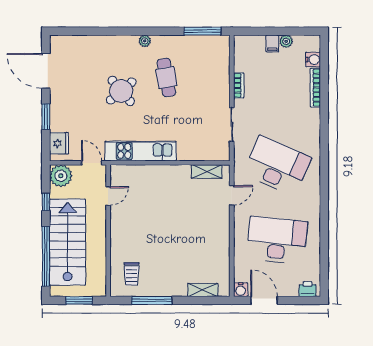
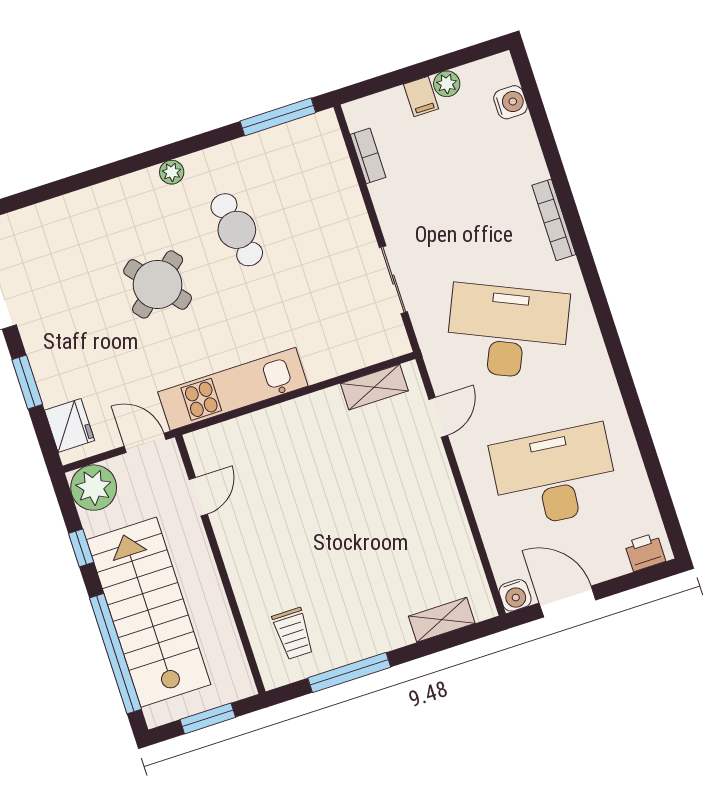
bookcase: (239, 85) -> (368, 156), moved
bookcase: (315, 88) -> (554, 220), moved

